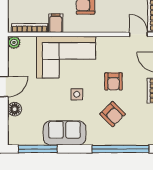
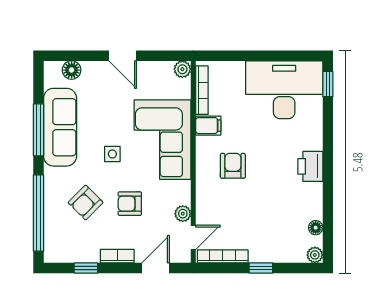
plant: (121, 42) -> (183, 214), added
floor lamp: (15, 109) -> (72, 70), moved
sofa: (65, 133) -> (60, 127), width x1.36
window: (38, 149) -> (38, 130), moved

